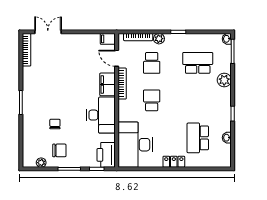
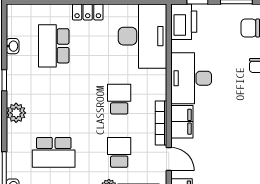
plant: (224, 80) -> (16, 113), moved
school desk: (152, 100) -> (119, 99), turned 180
school desk: (198, 138) -> (54, 46), turned 180

